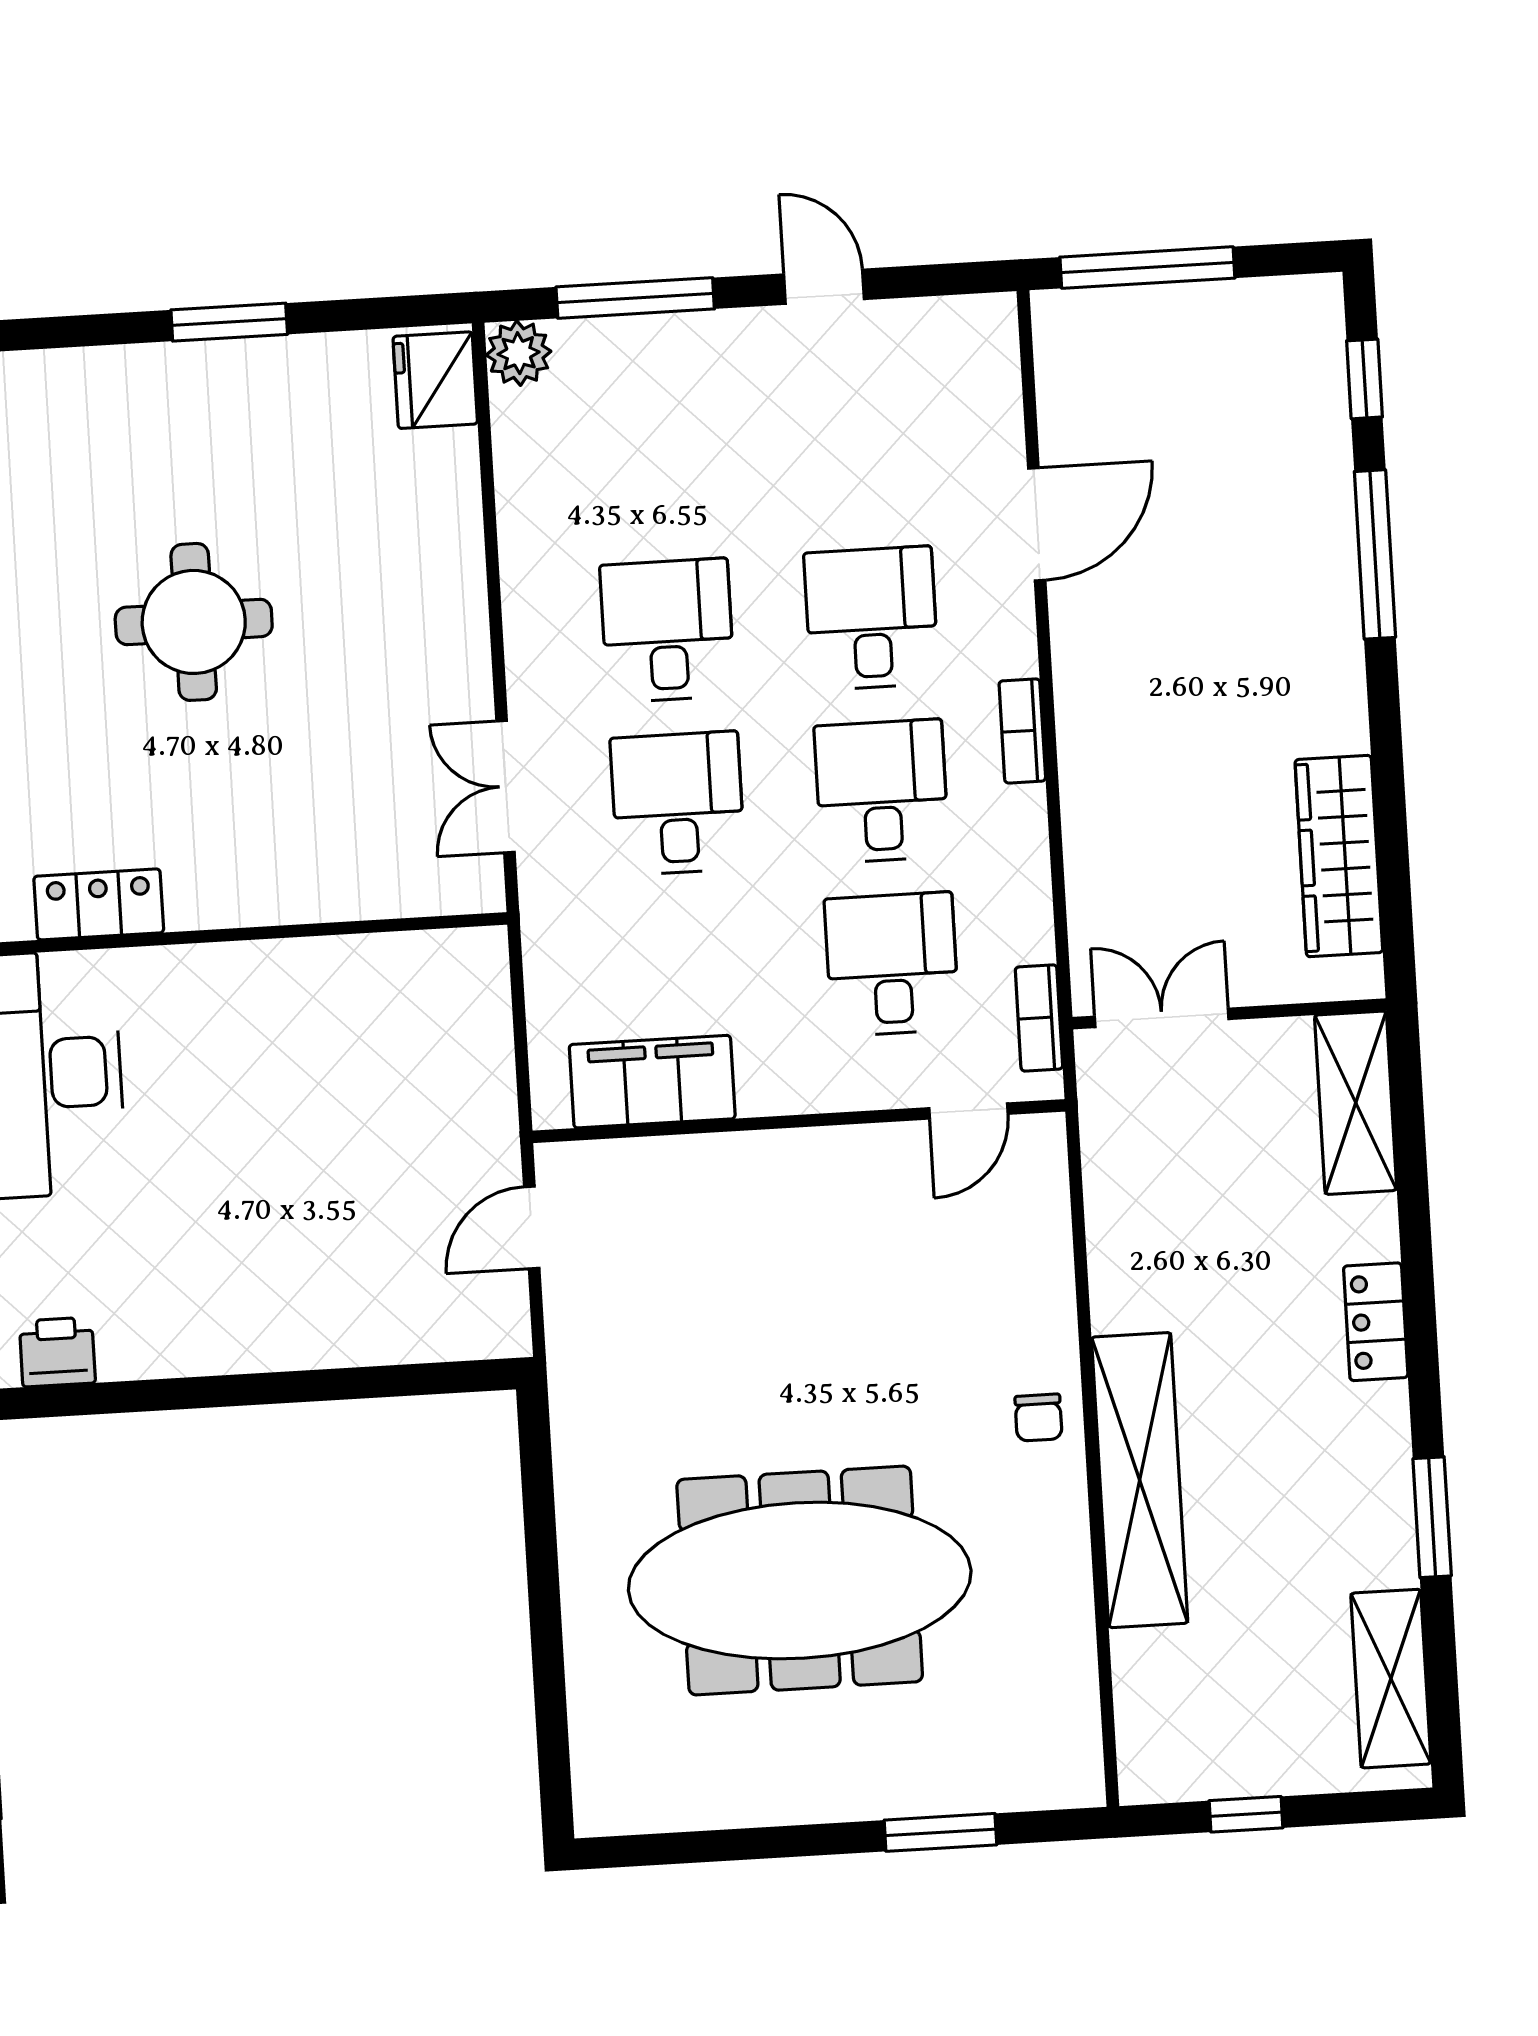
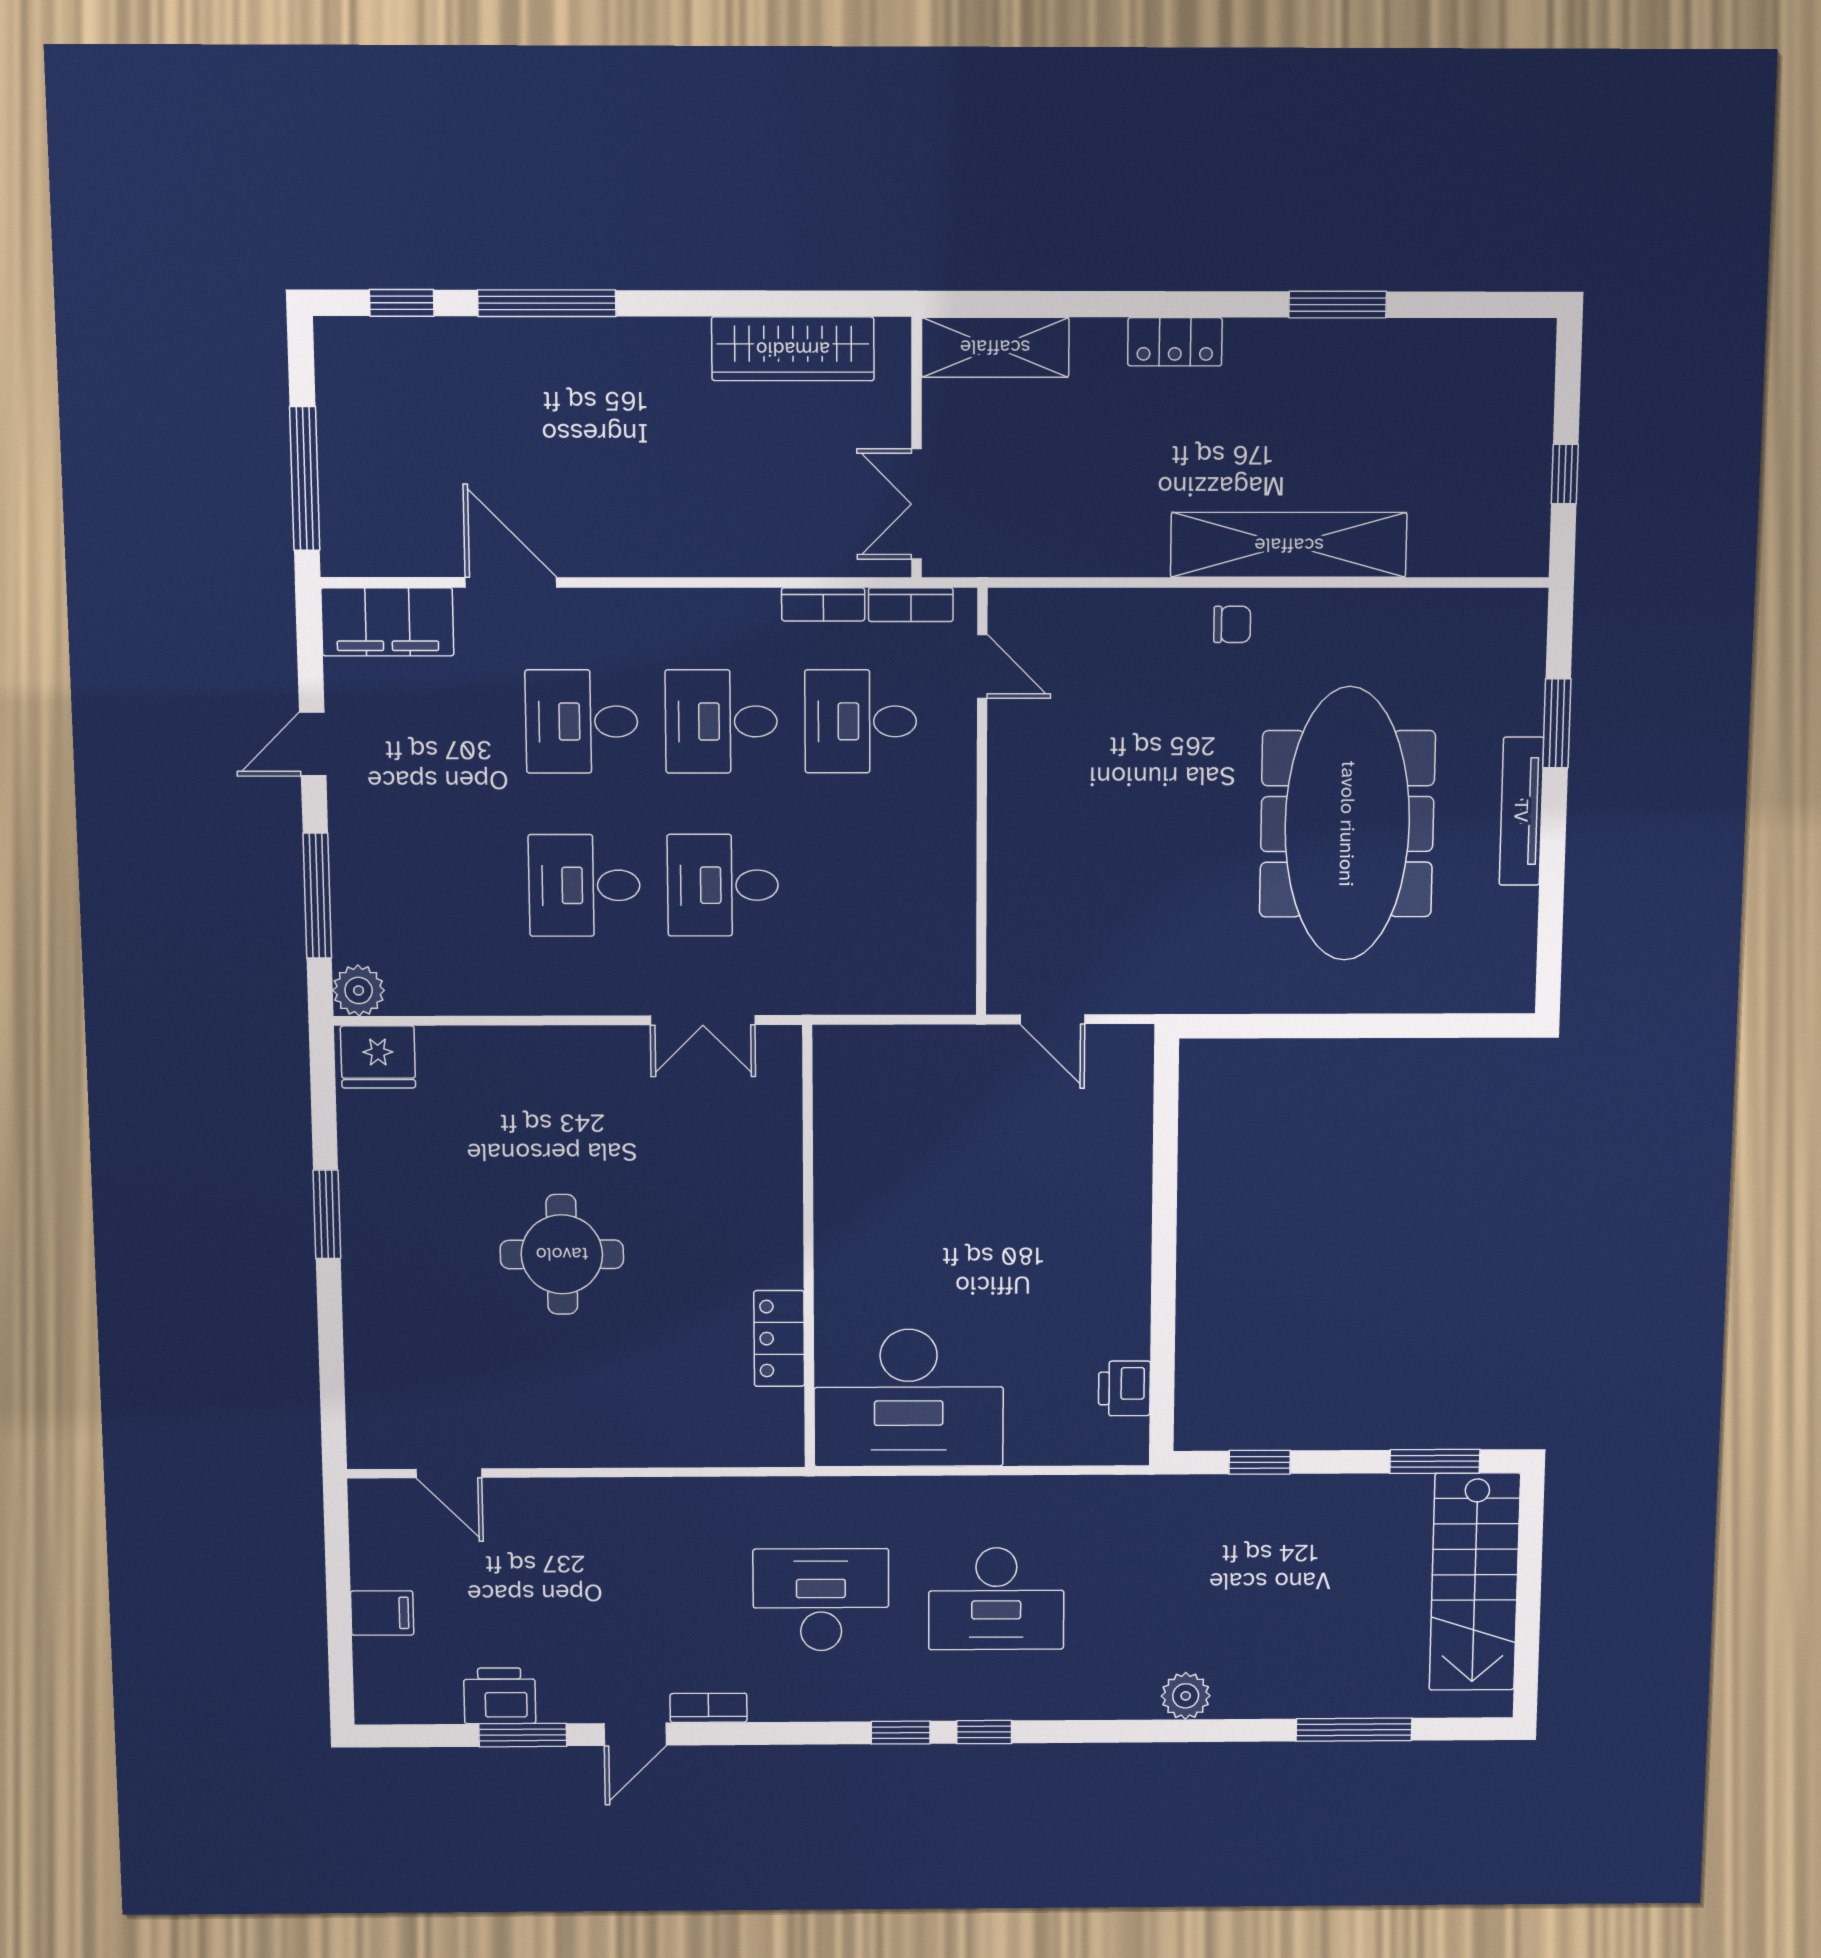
bookcase: (1022, 731) -> (823, 604), moved
filing cabinet: (652, 1082) -> (387, 622), moved, turned -90
shelving: (1391, 1679) -> (1466, 347), removed
tv unit: (828, 1798) -> (1521, 811), added

